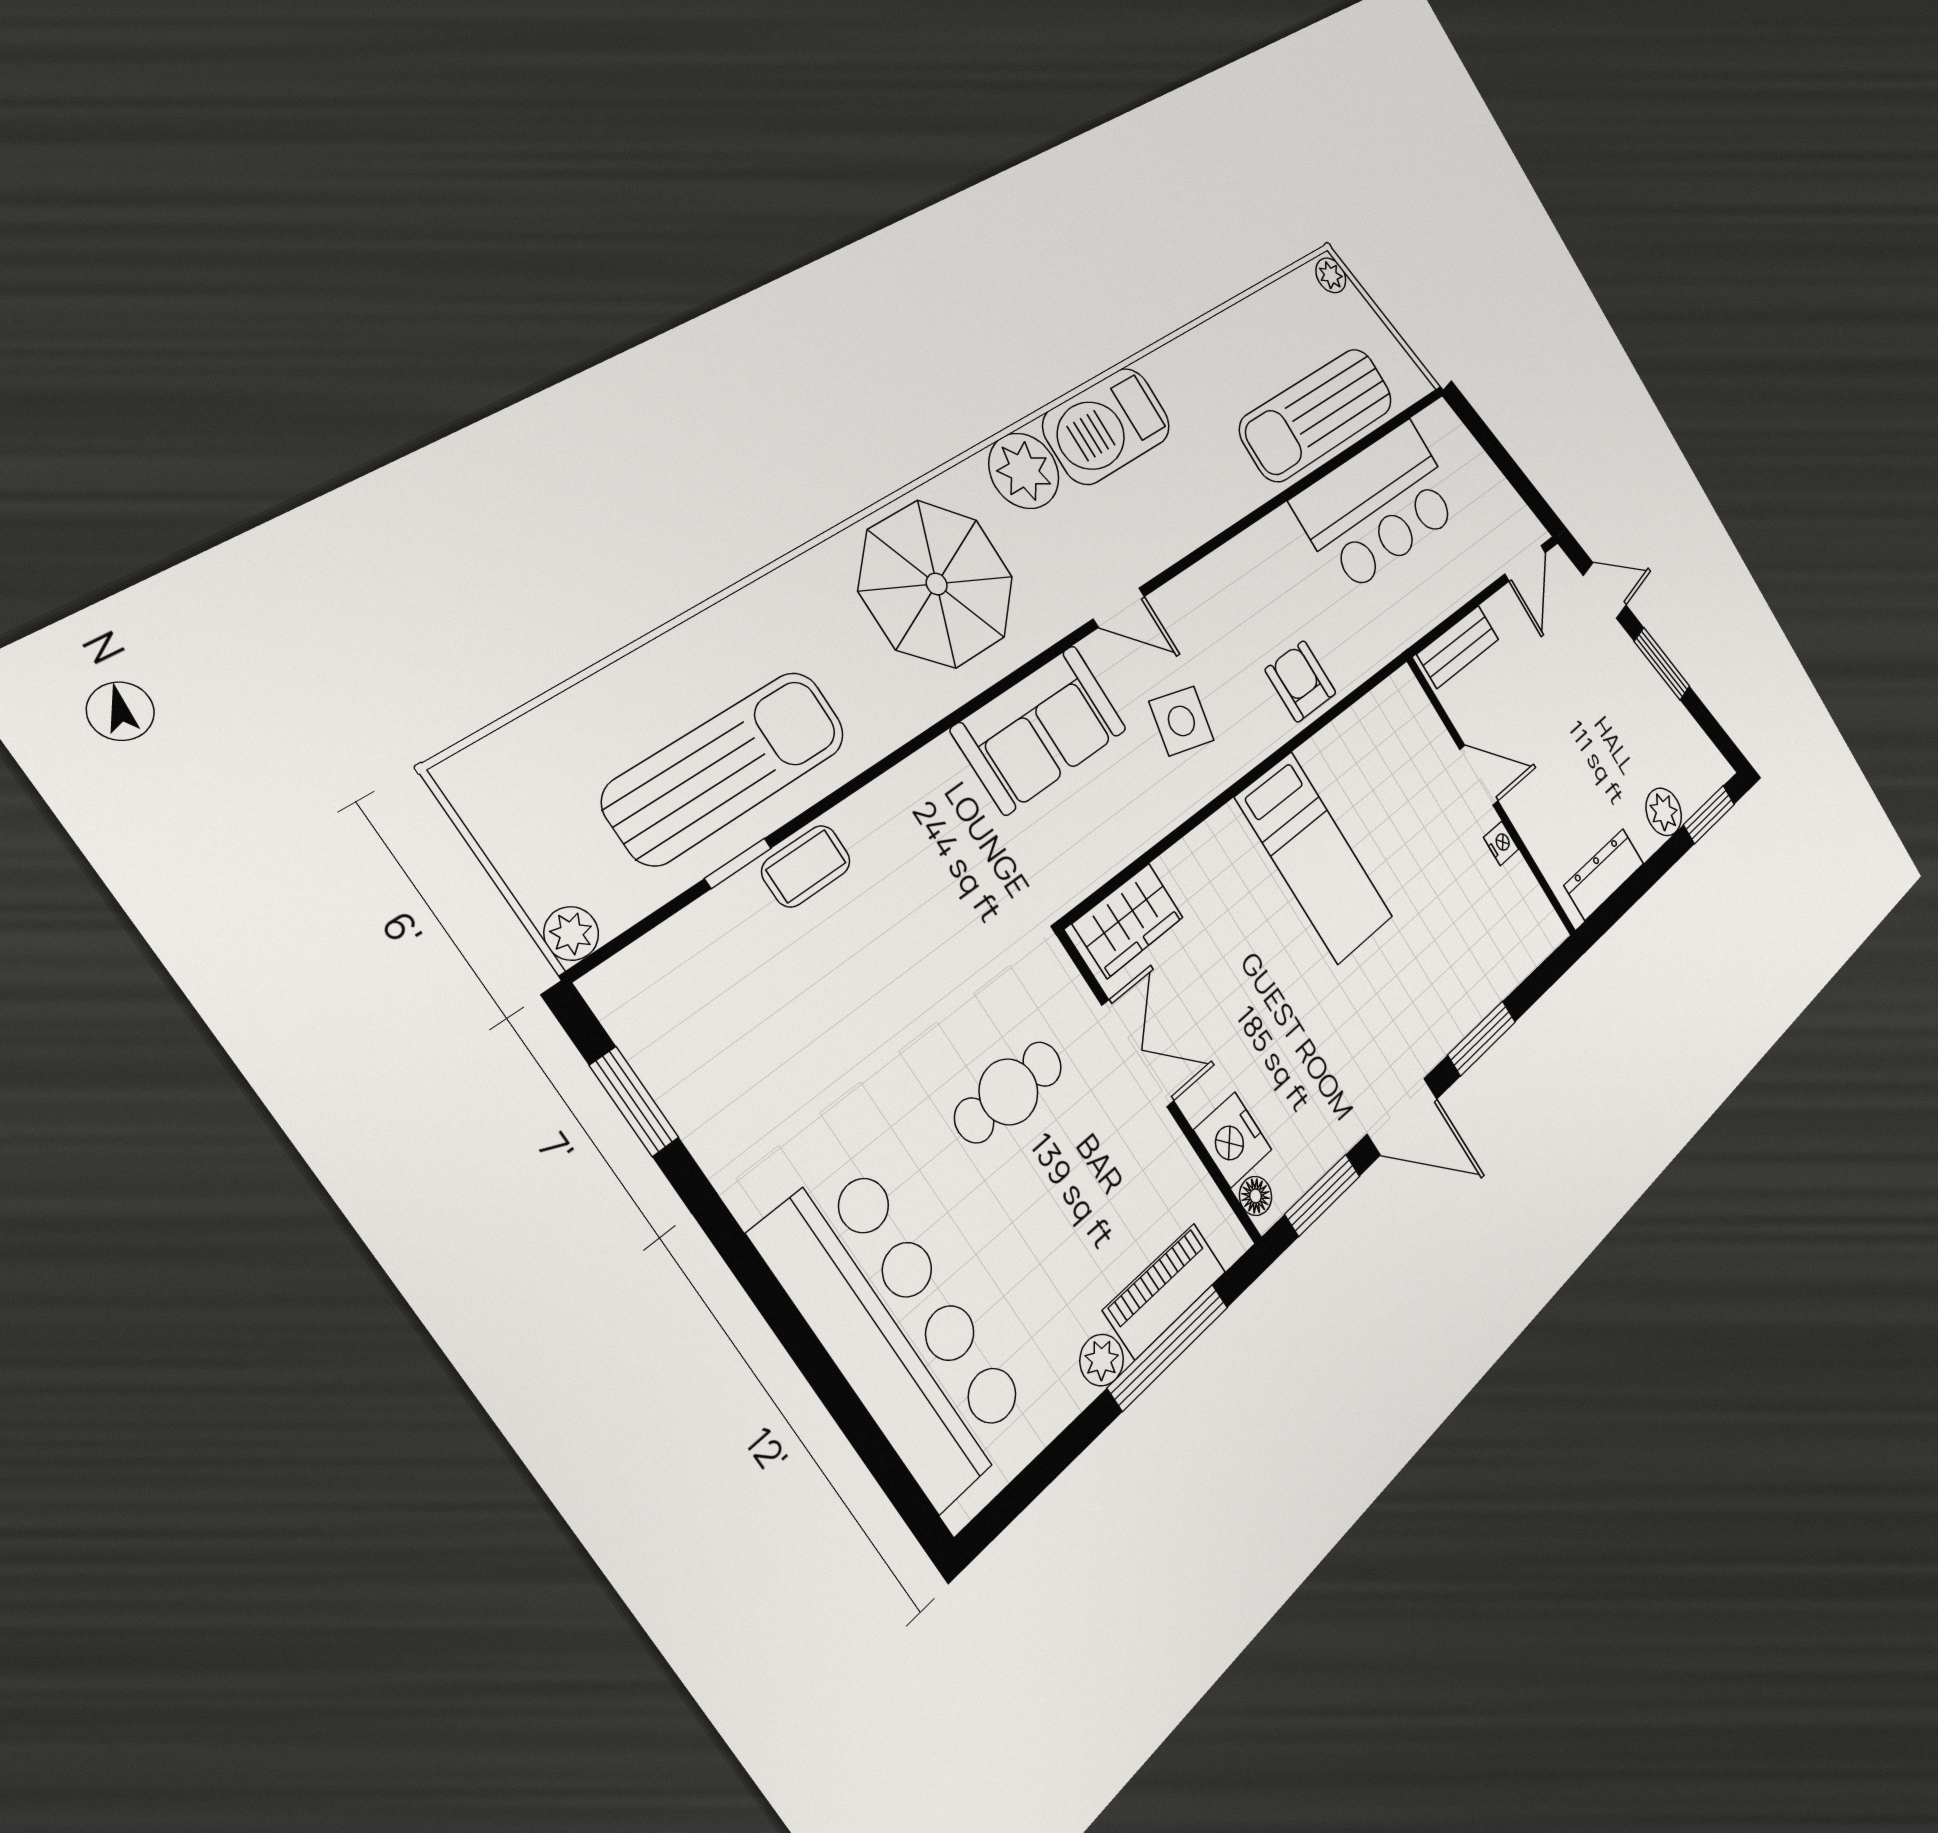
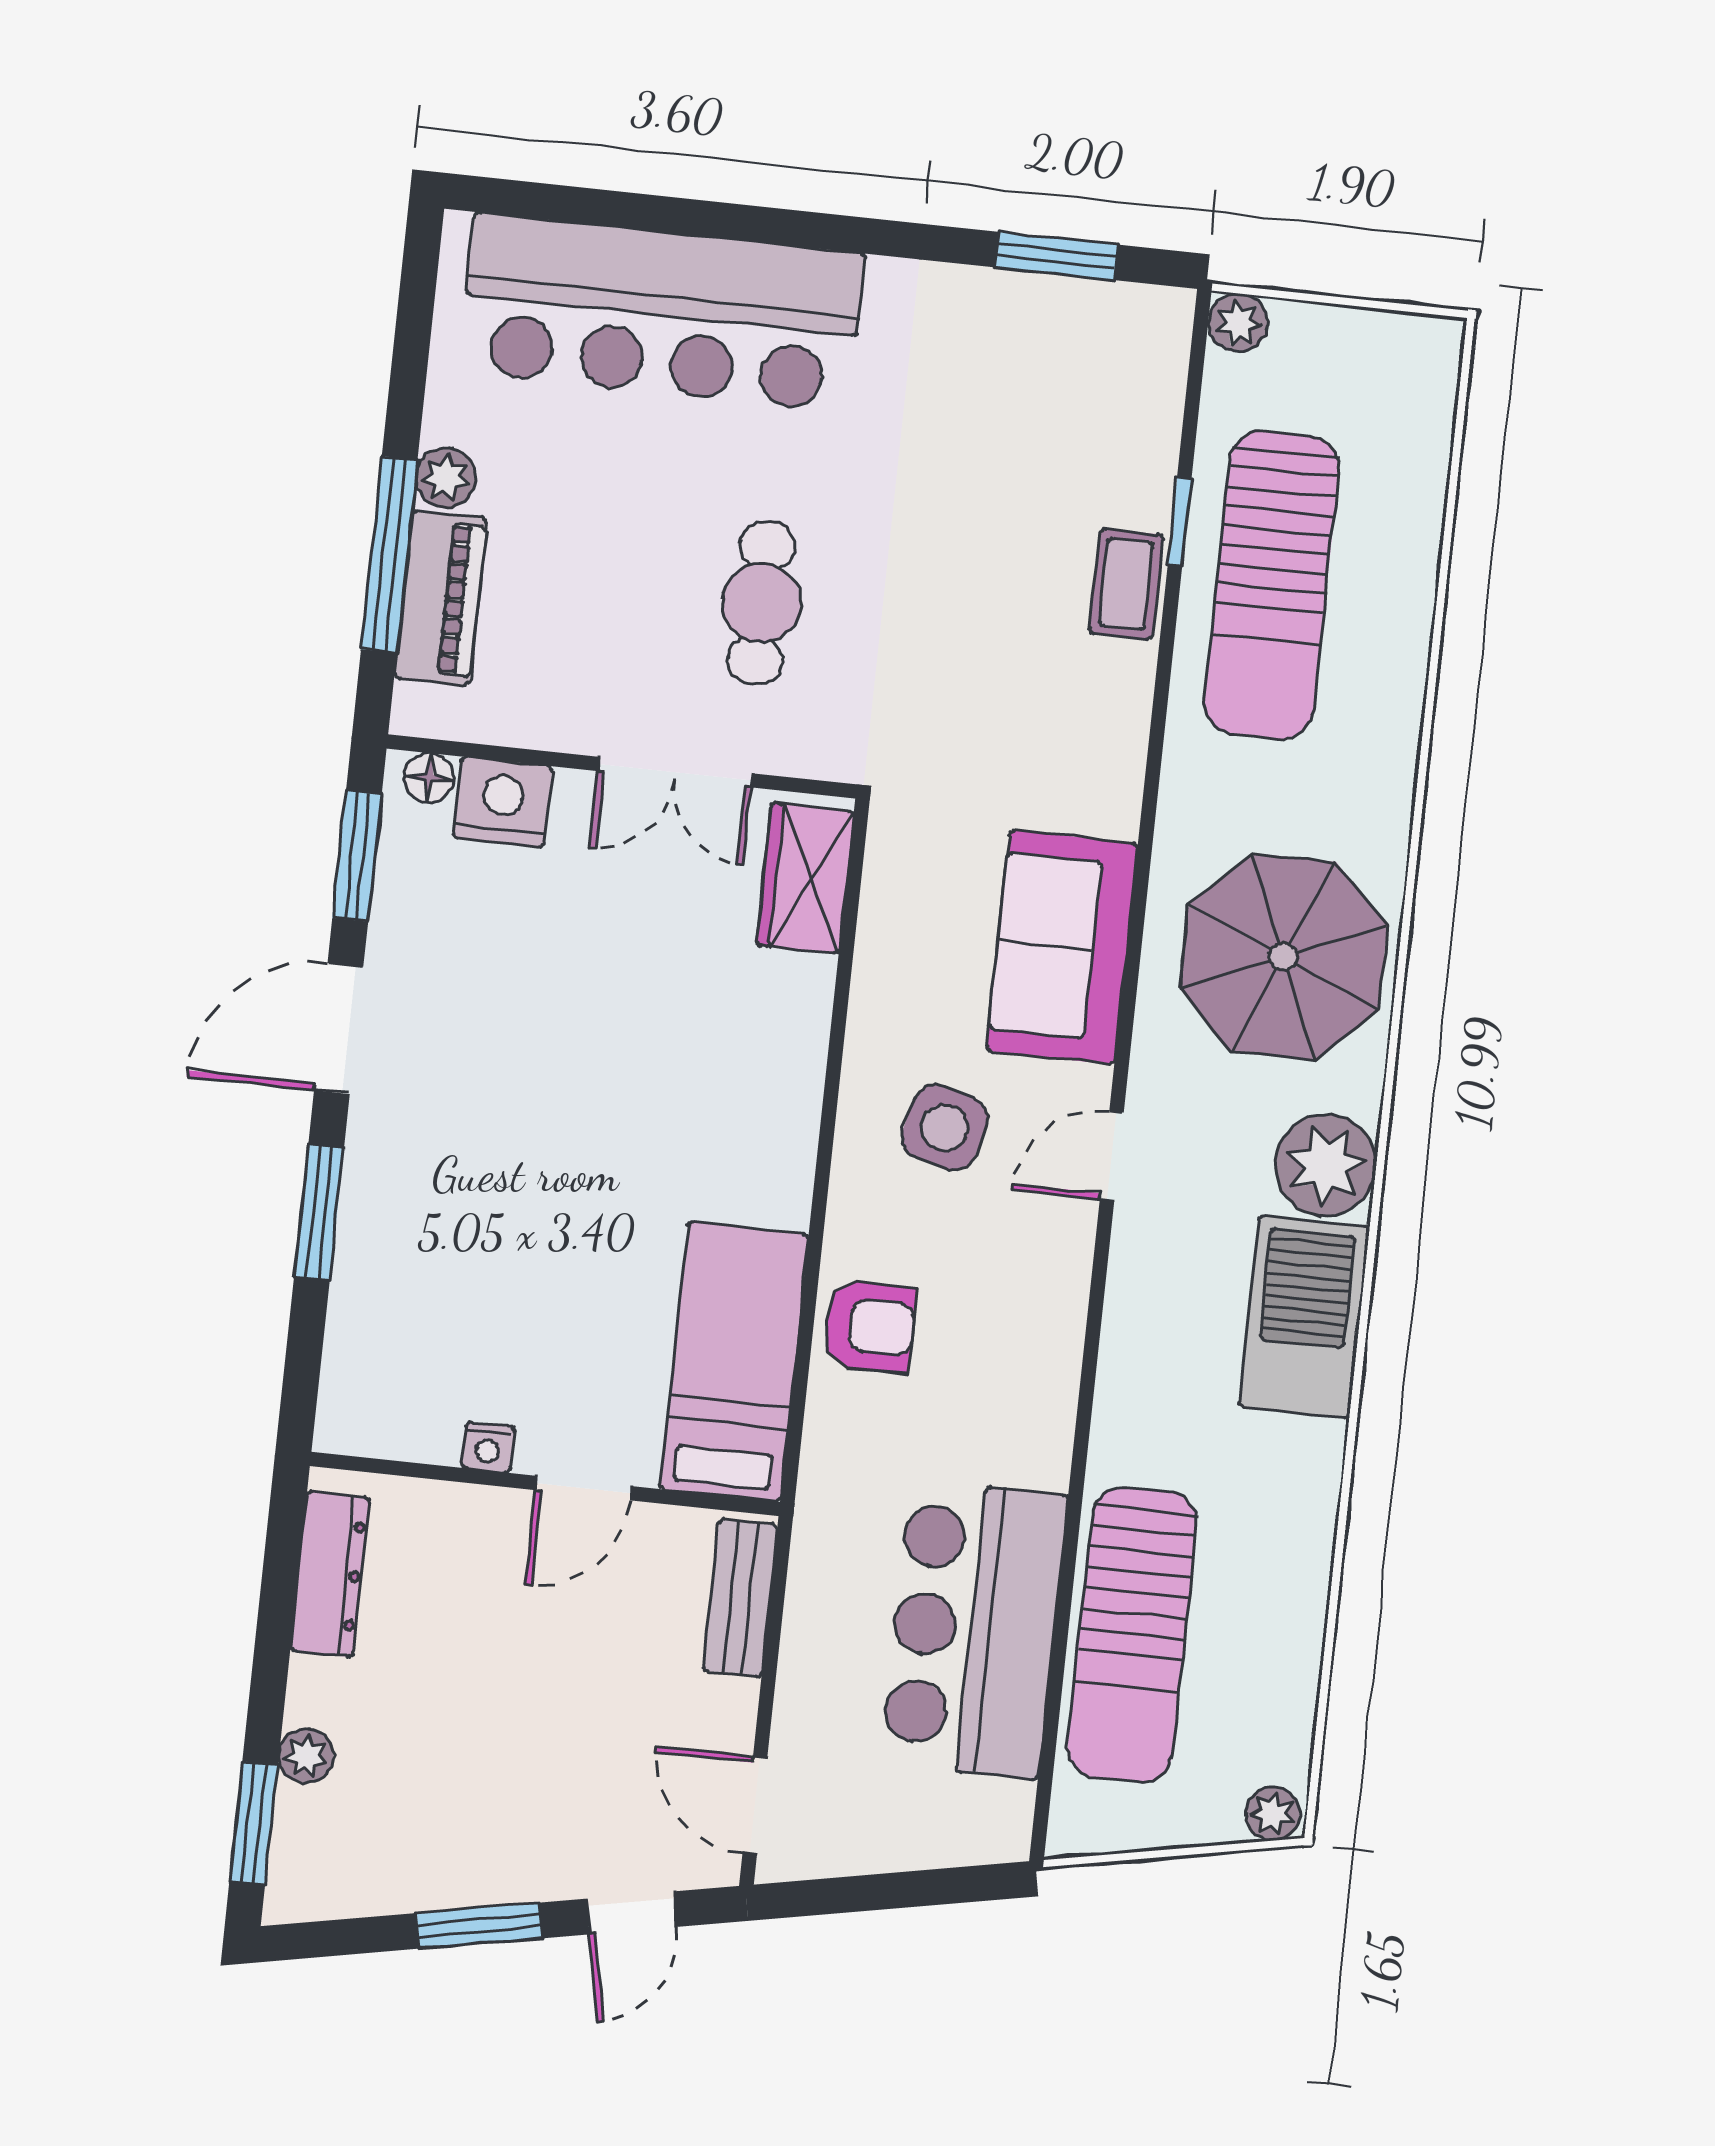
sun lounger: (1317, 414) -> (1132, 1635), turned 180
plant: (1664, 812) -> (306, 1756), width x0.73, depth x0.73
bed: (1315, 858) -> (734, 1362), moved, turned 90

